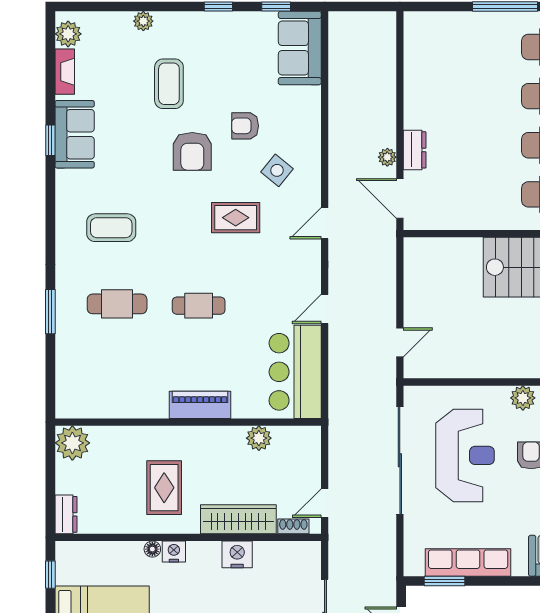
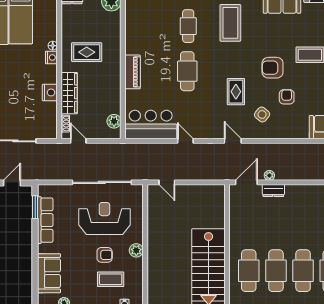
coffee table: (111, 228) -> (230, 23), width x1.36, depth x1.32
cafe table: (199, 306) -> (187, 71), width x1.37, depth x1.35
plant: (259, 438) -> (114, 121), moved
reception desk: (465, 455) -> (104, 218), turned 180

